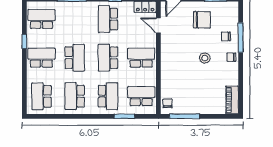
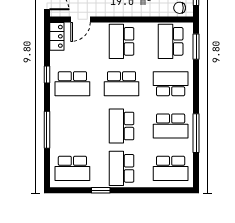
school desk: (41, 19) -> (72, 168), turned -90
school desk: (75, 58) -> (122, 126), turned -90
window: (69, 116) -> (196, 133), added
window: (124, 116) -> (196, 47), moved

